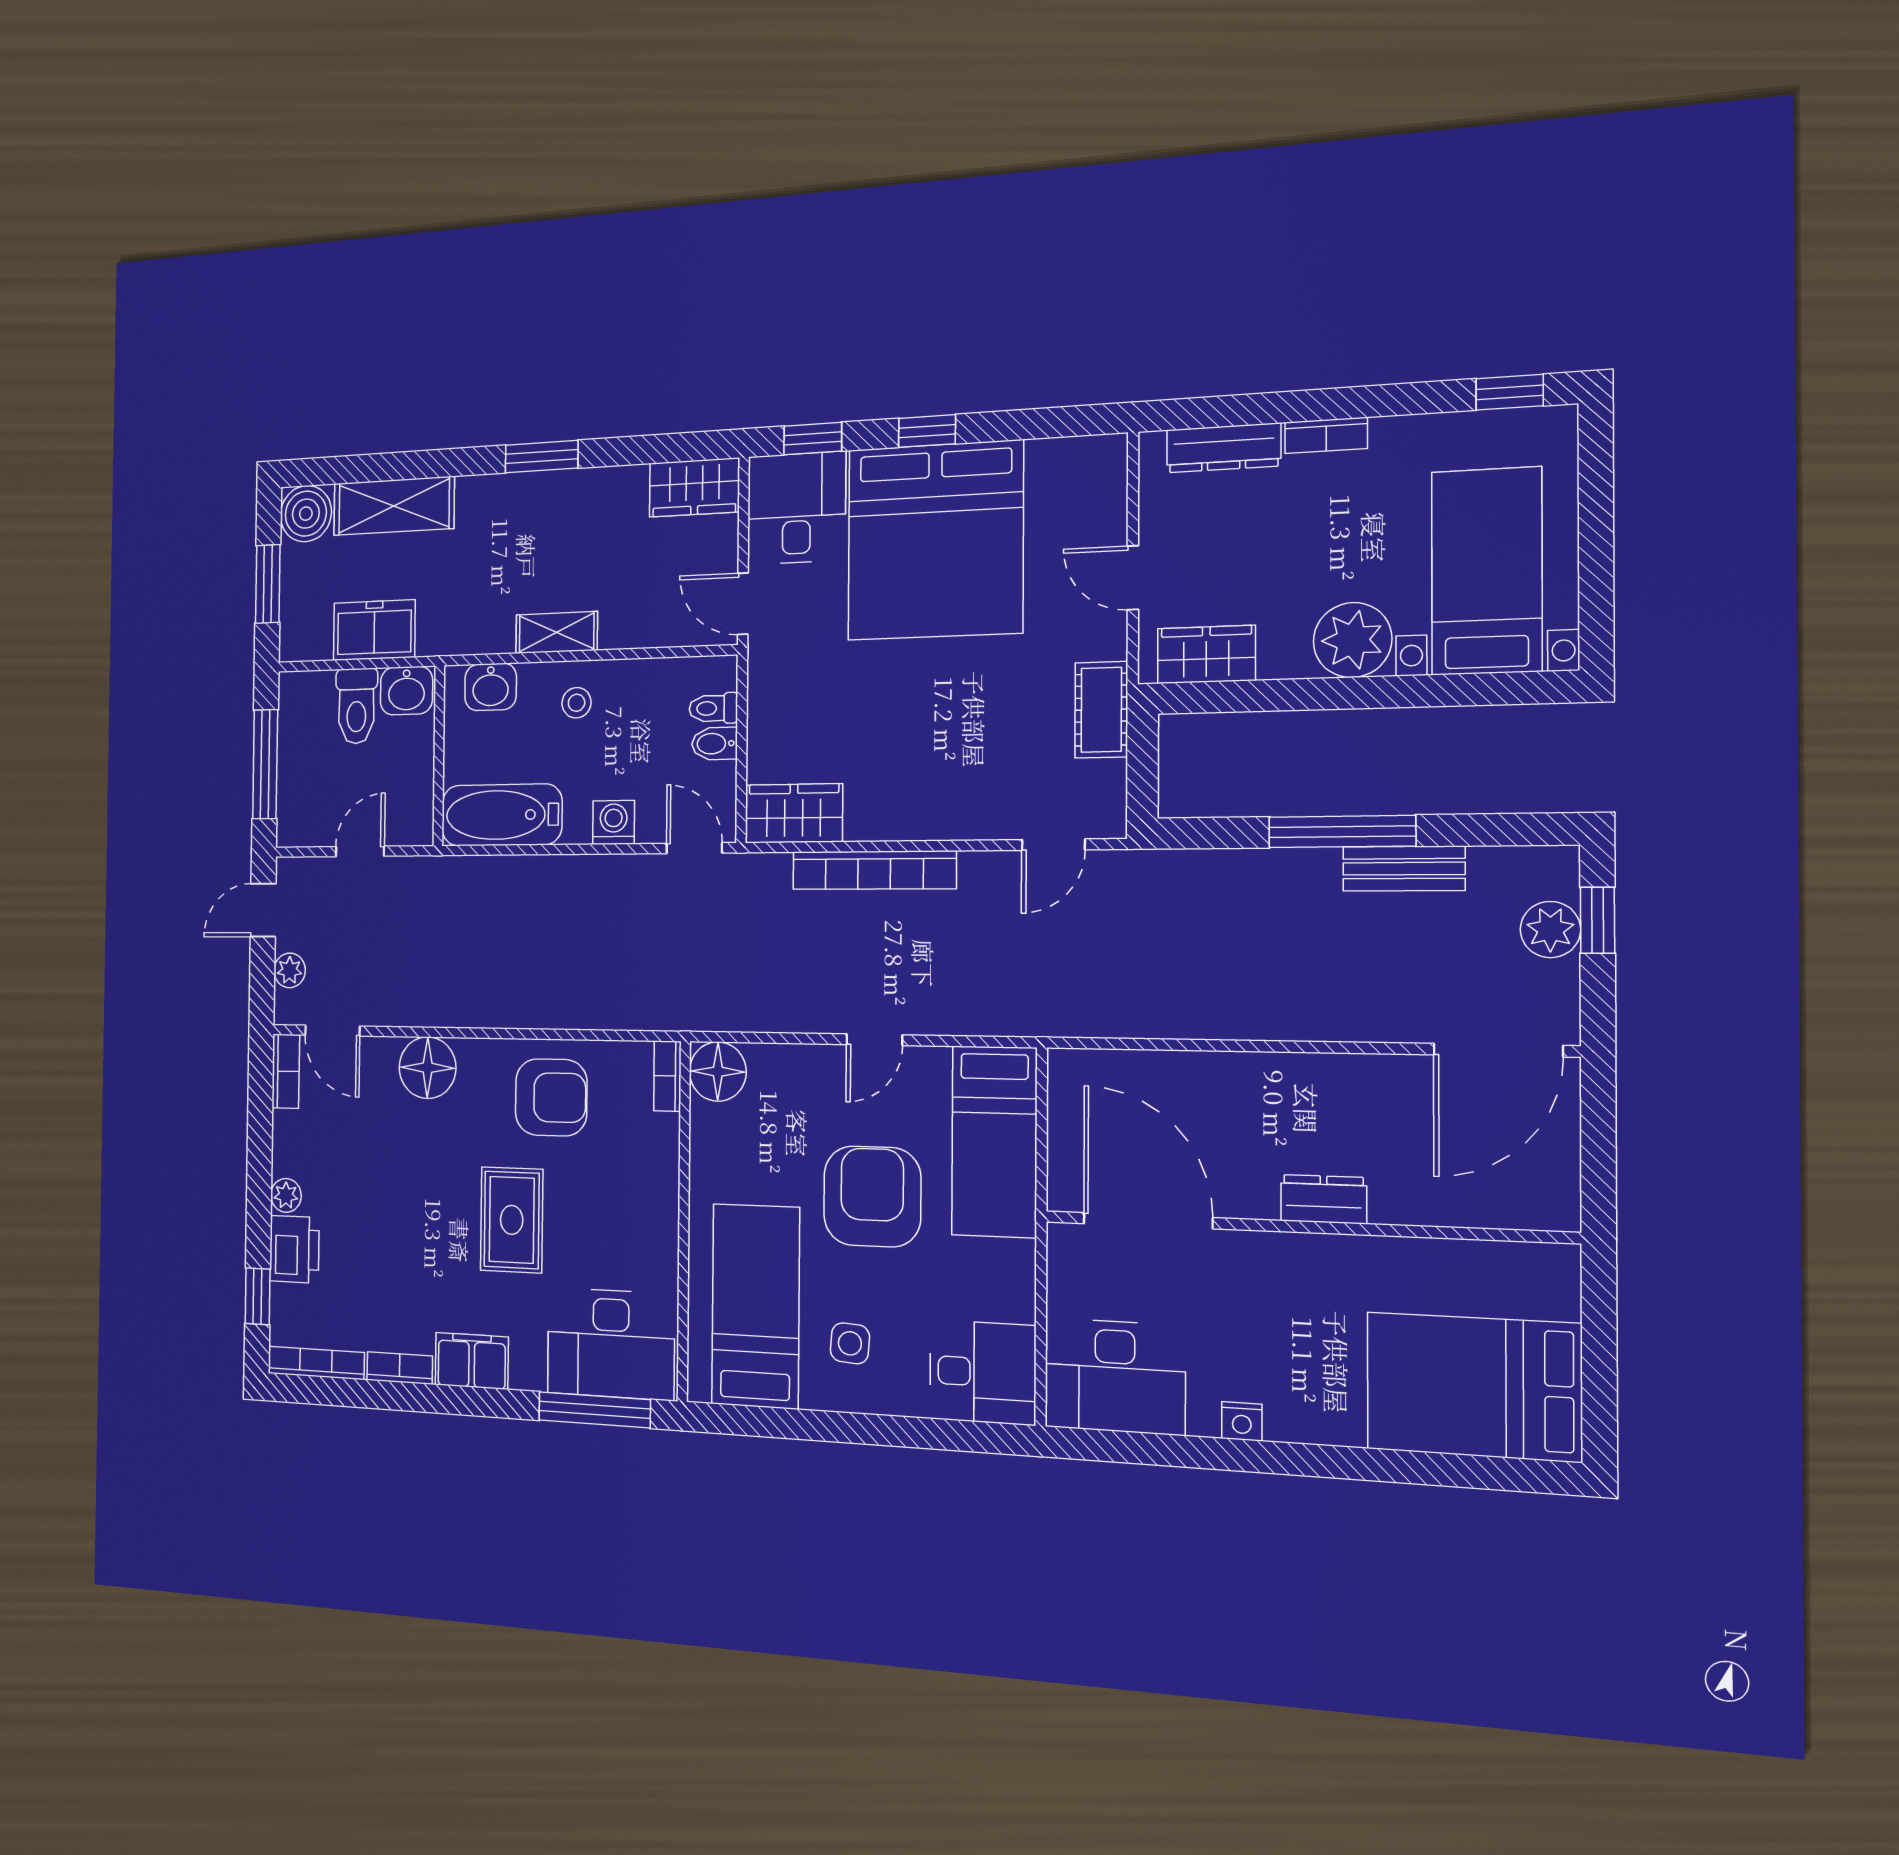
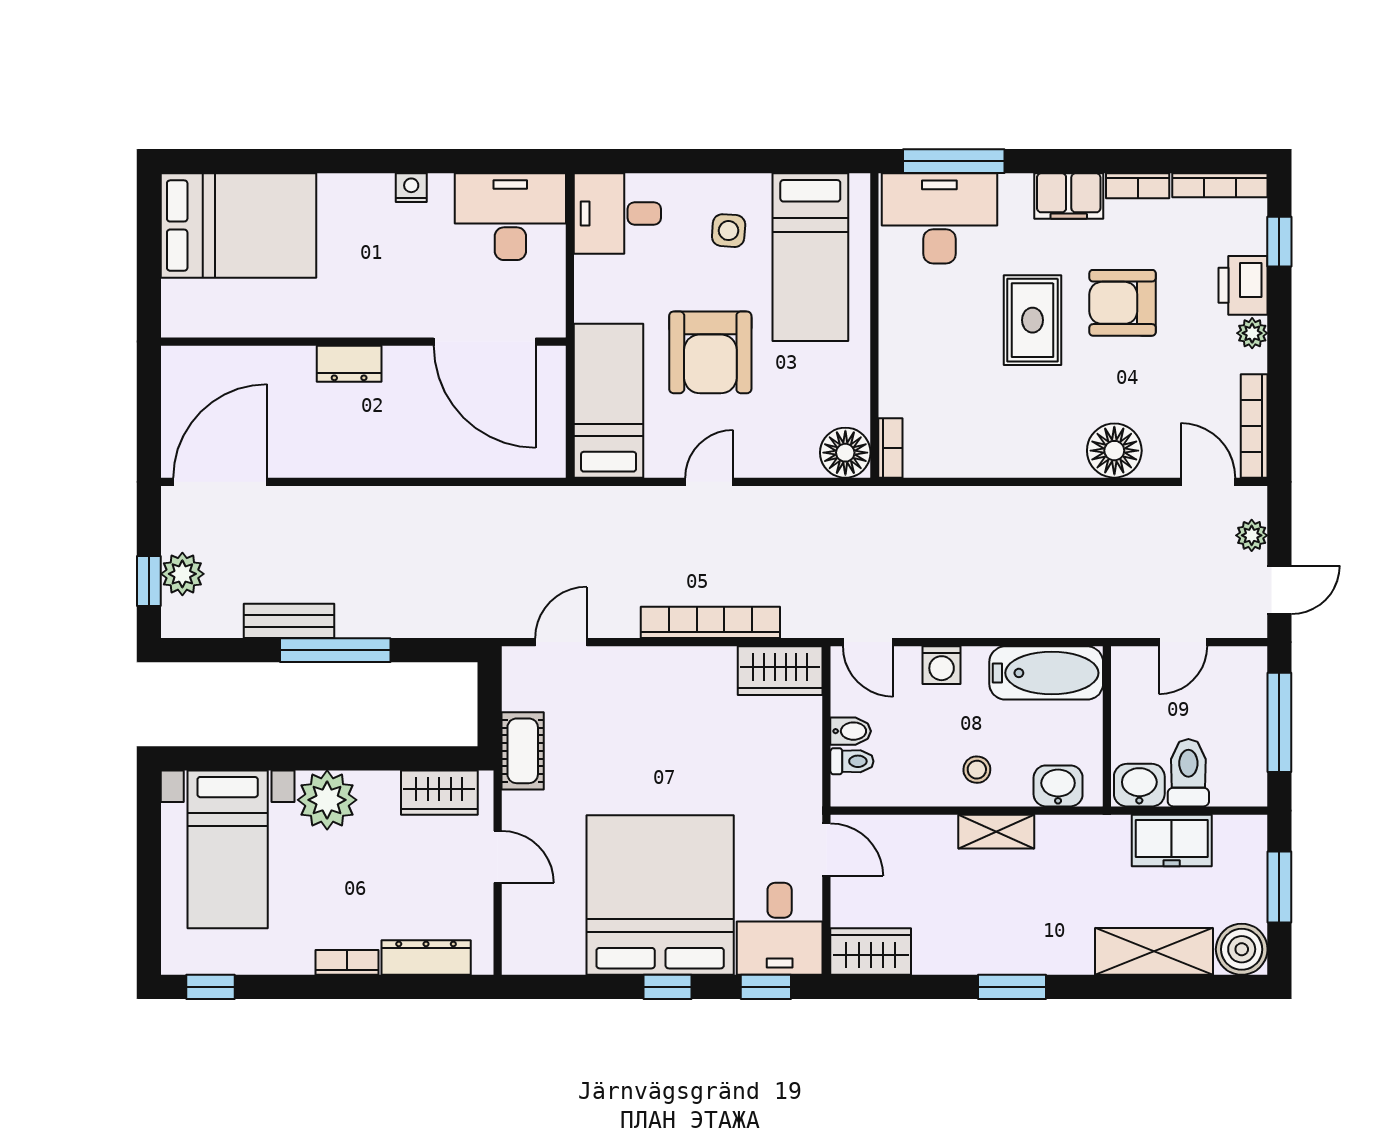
bookcase: (286, 1071) -> (1254, 426), width x1.56
armchair: (551, 1097) -> (1123, 303), moved

